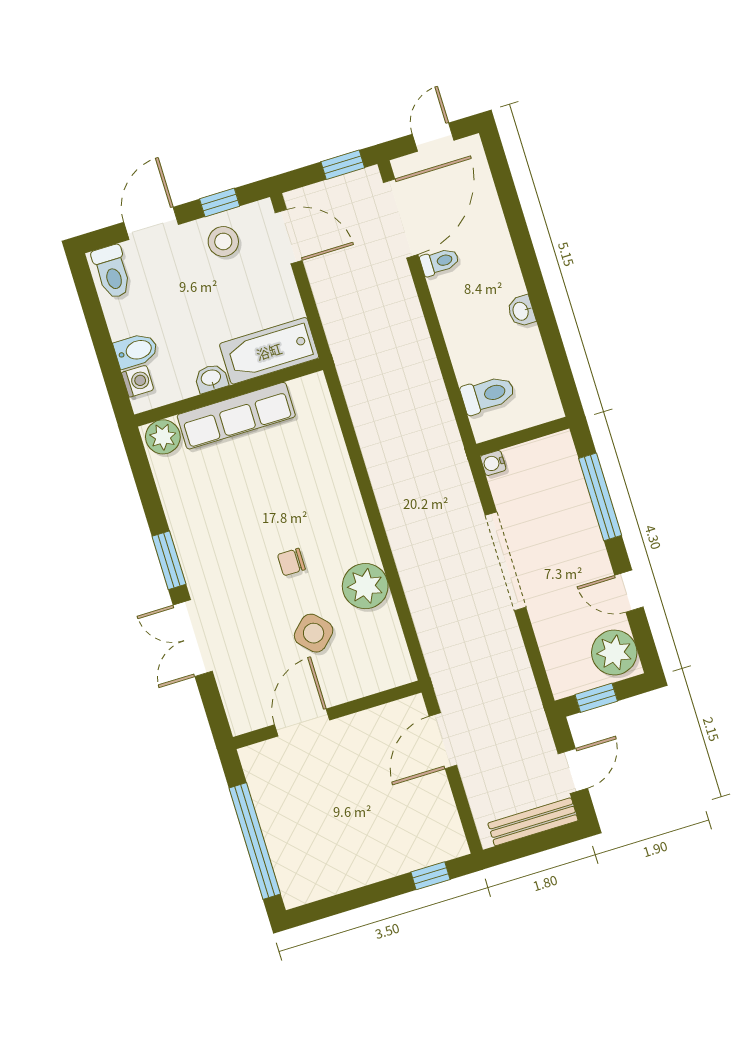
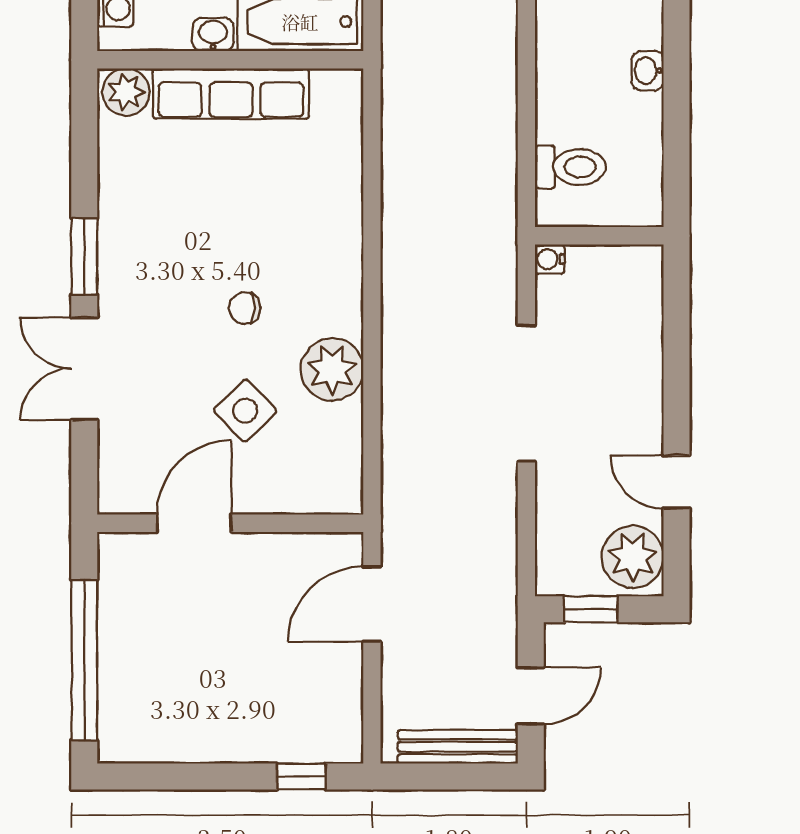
window: (600, 497) -> (677, 347), removed

